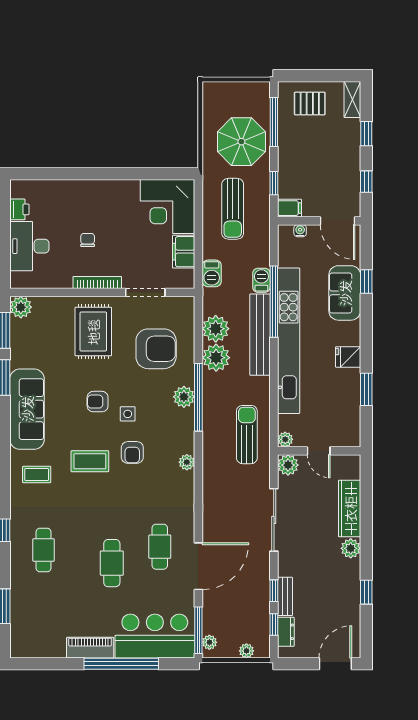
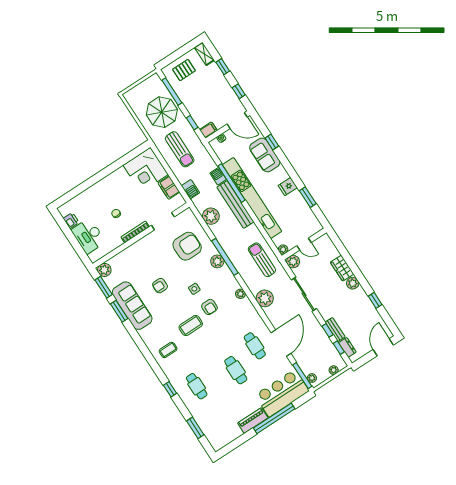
rug: (93, 332) -> (149, 258), removed
plant: (216, 358) -> (265, 298), moved
armchair: (98, 402) -> (160, 286), moved
sofa: (27, 409) -> (132, 306), moved
wardrobe: (350, 509) -> (342, 268), width x0.67

